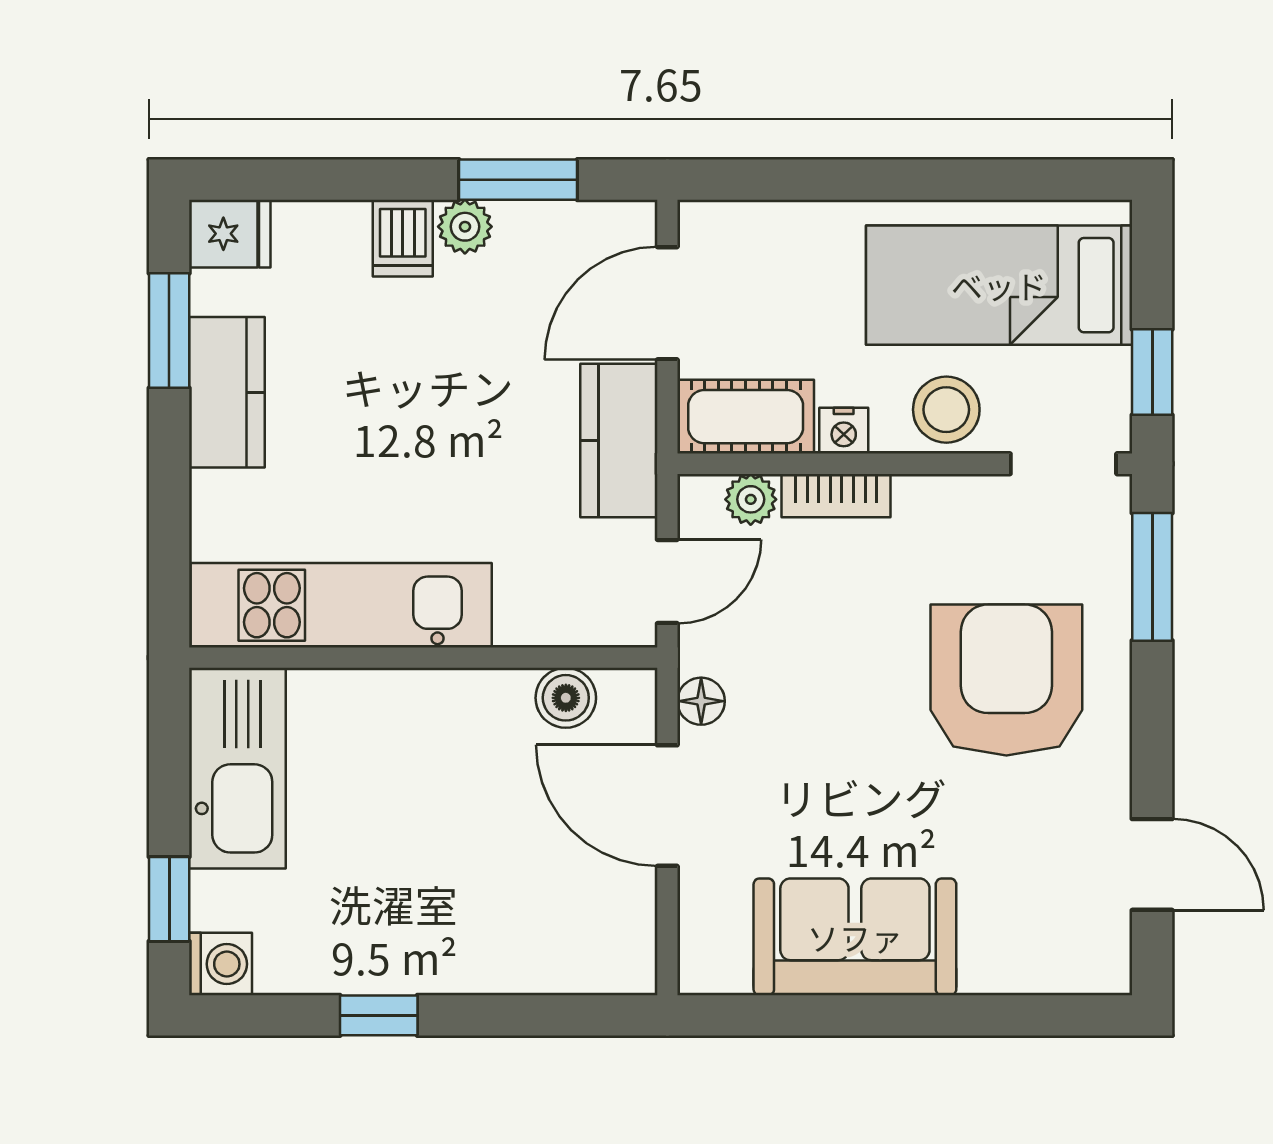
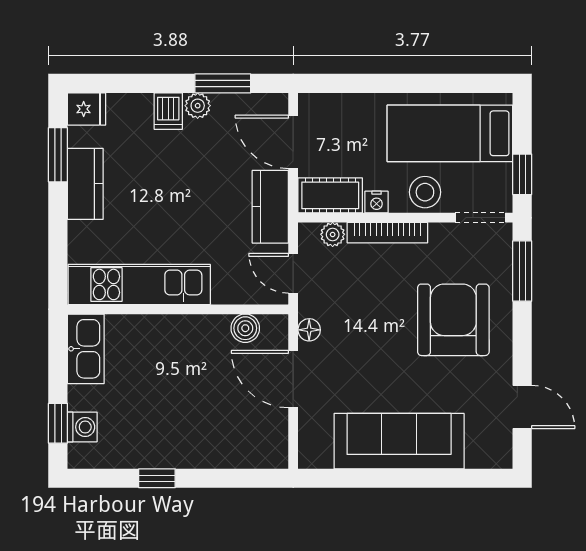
door: (667, 303) -> (293, 142), hinge flipped
bookcase: (836, 496) -> (387, 233), width x1.56
door: (667, 582) -> (293, 273), swing flipped
kitchen sink: (237, 768) -> (86, 349), width x0.73, depth x0.81
sofa: (855, 937) -> (399, 441), width x1.36
washing machine: (221, 964) -> (82, 427), moved

